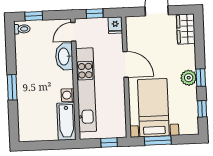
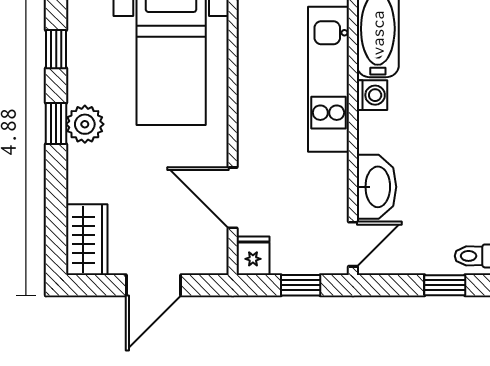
door: (126, 64) -> (233, 198), moved
kitchen unit: (86, 90) -> (328, 79), width x0.73

